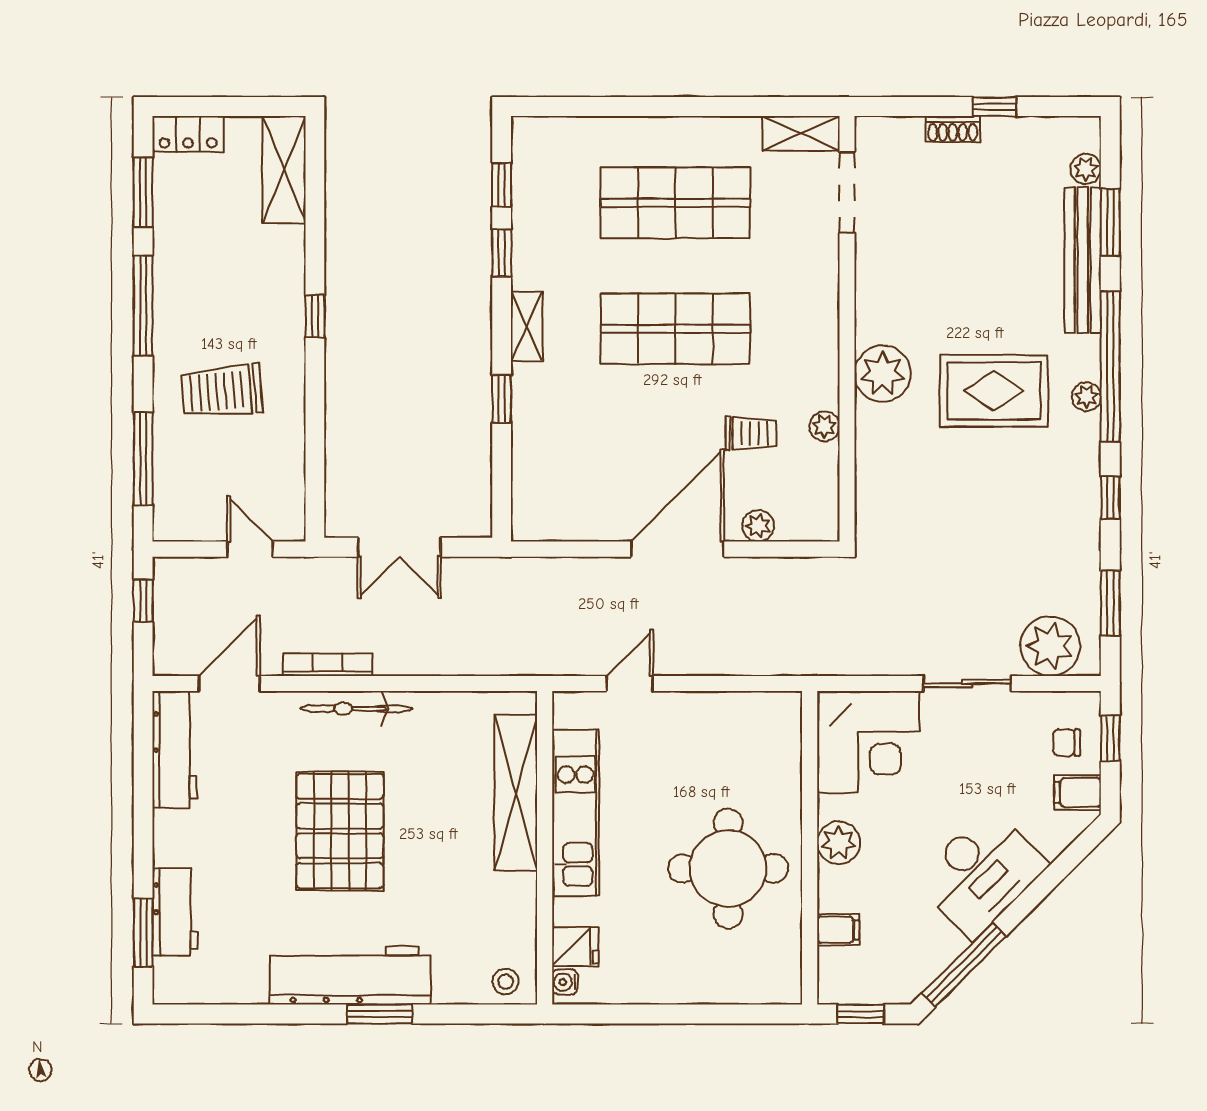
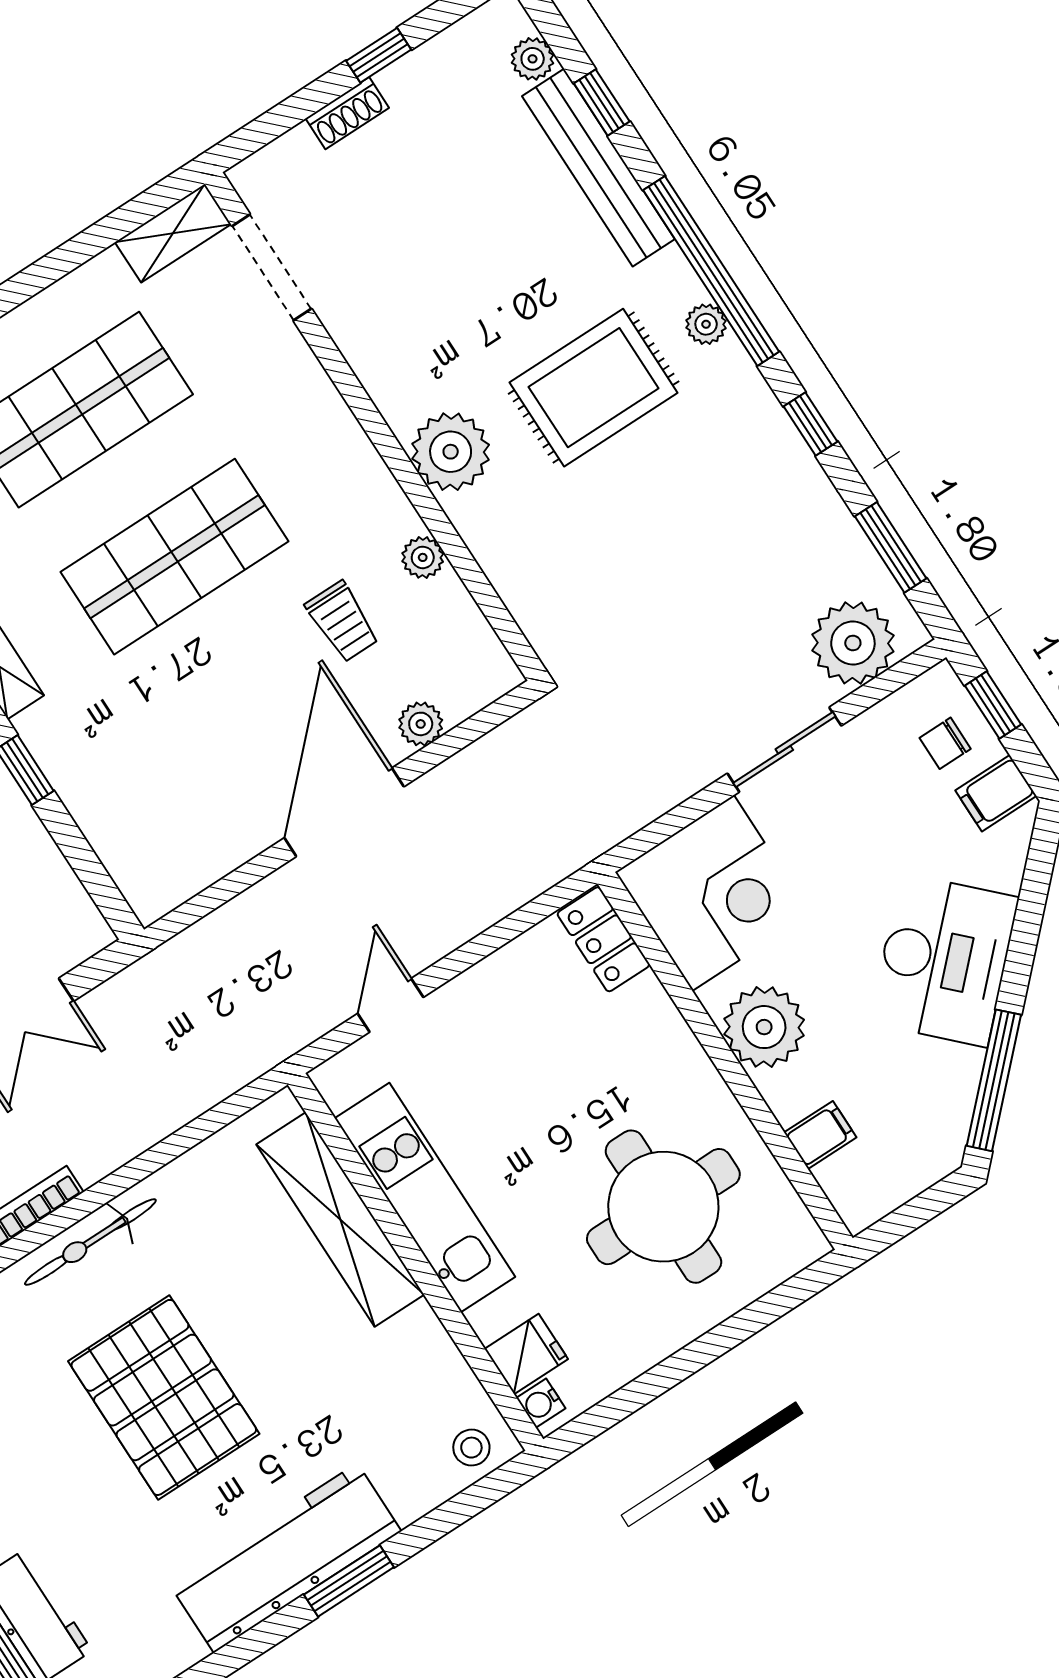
window: (1110, 222) -> (602, 102), width x0.67
trolley: (751, 434) -> (342, 622), turned 90
locker: (784, 727) -> (603, 939), added
plant: (839, 843) -> (764, 1027), width x1.36, depth x1.36
round table: (728, 868) -> (663, 1207), moved
window: (861, 1014) -> (910, 1216), removed

